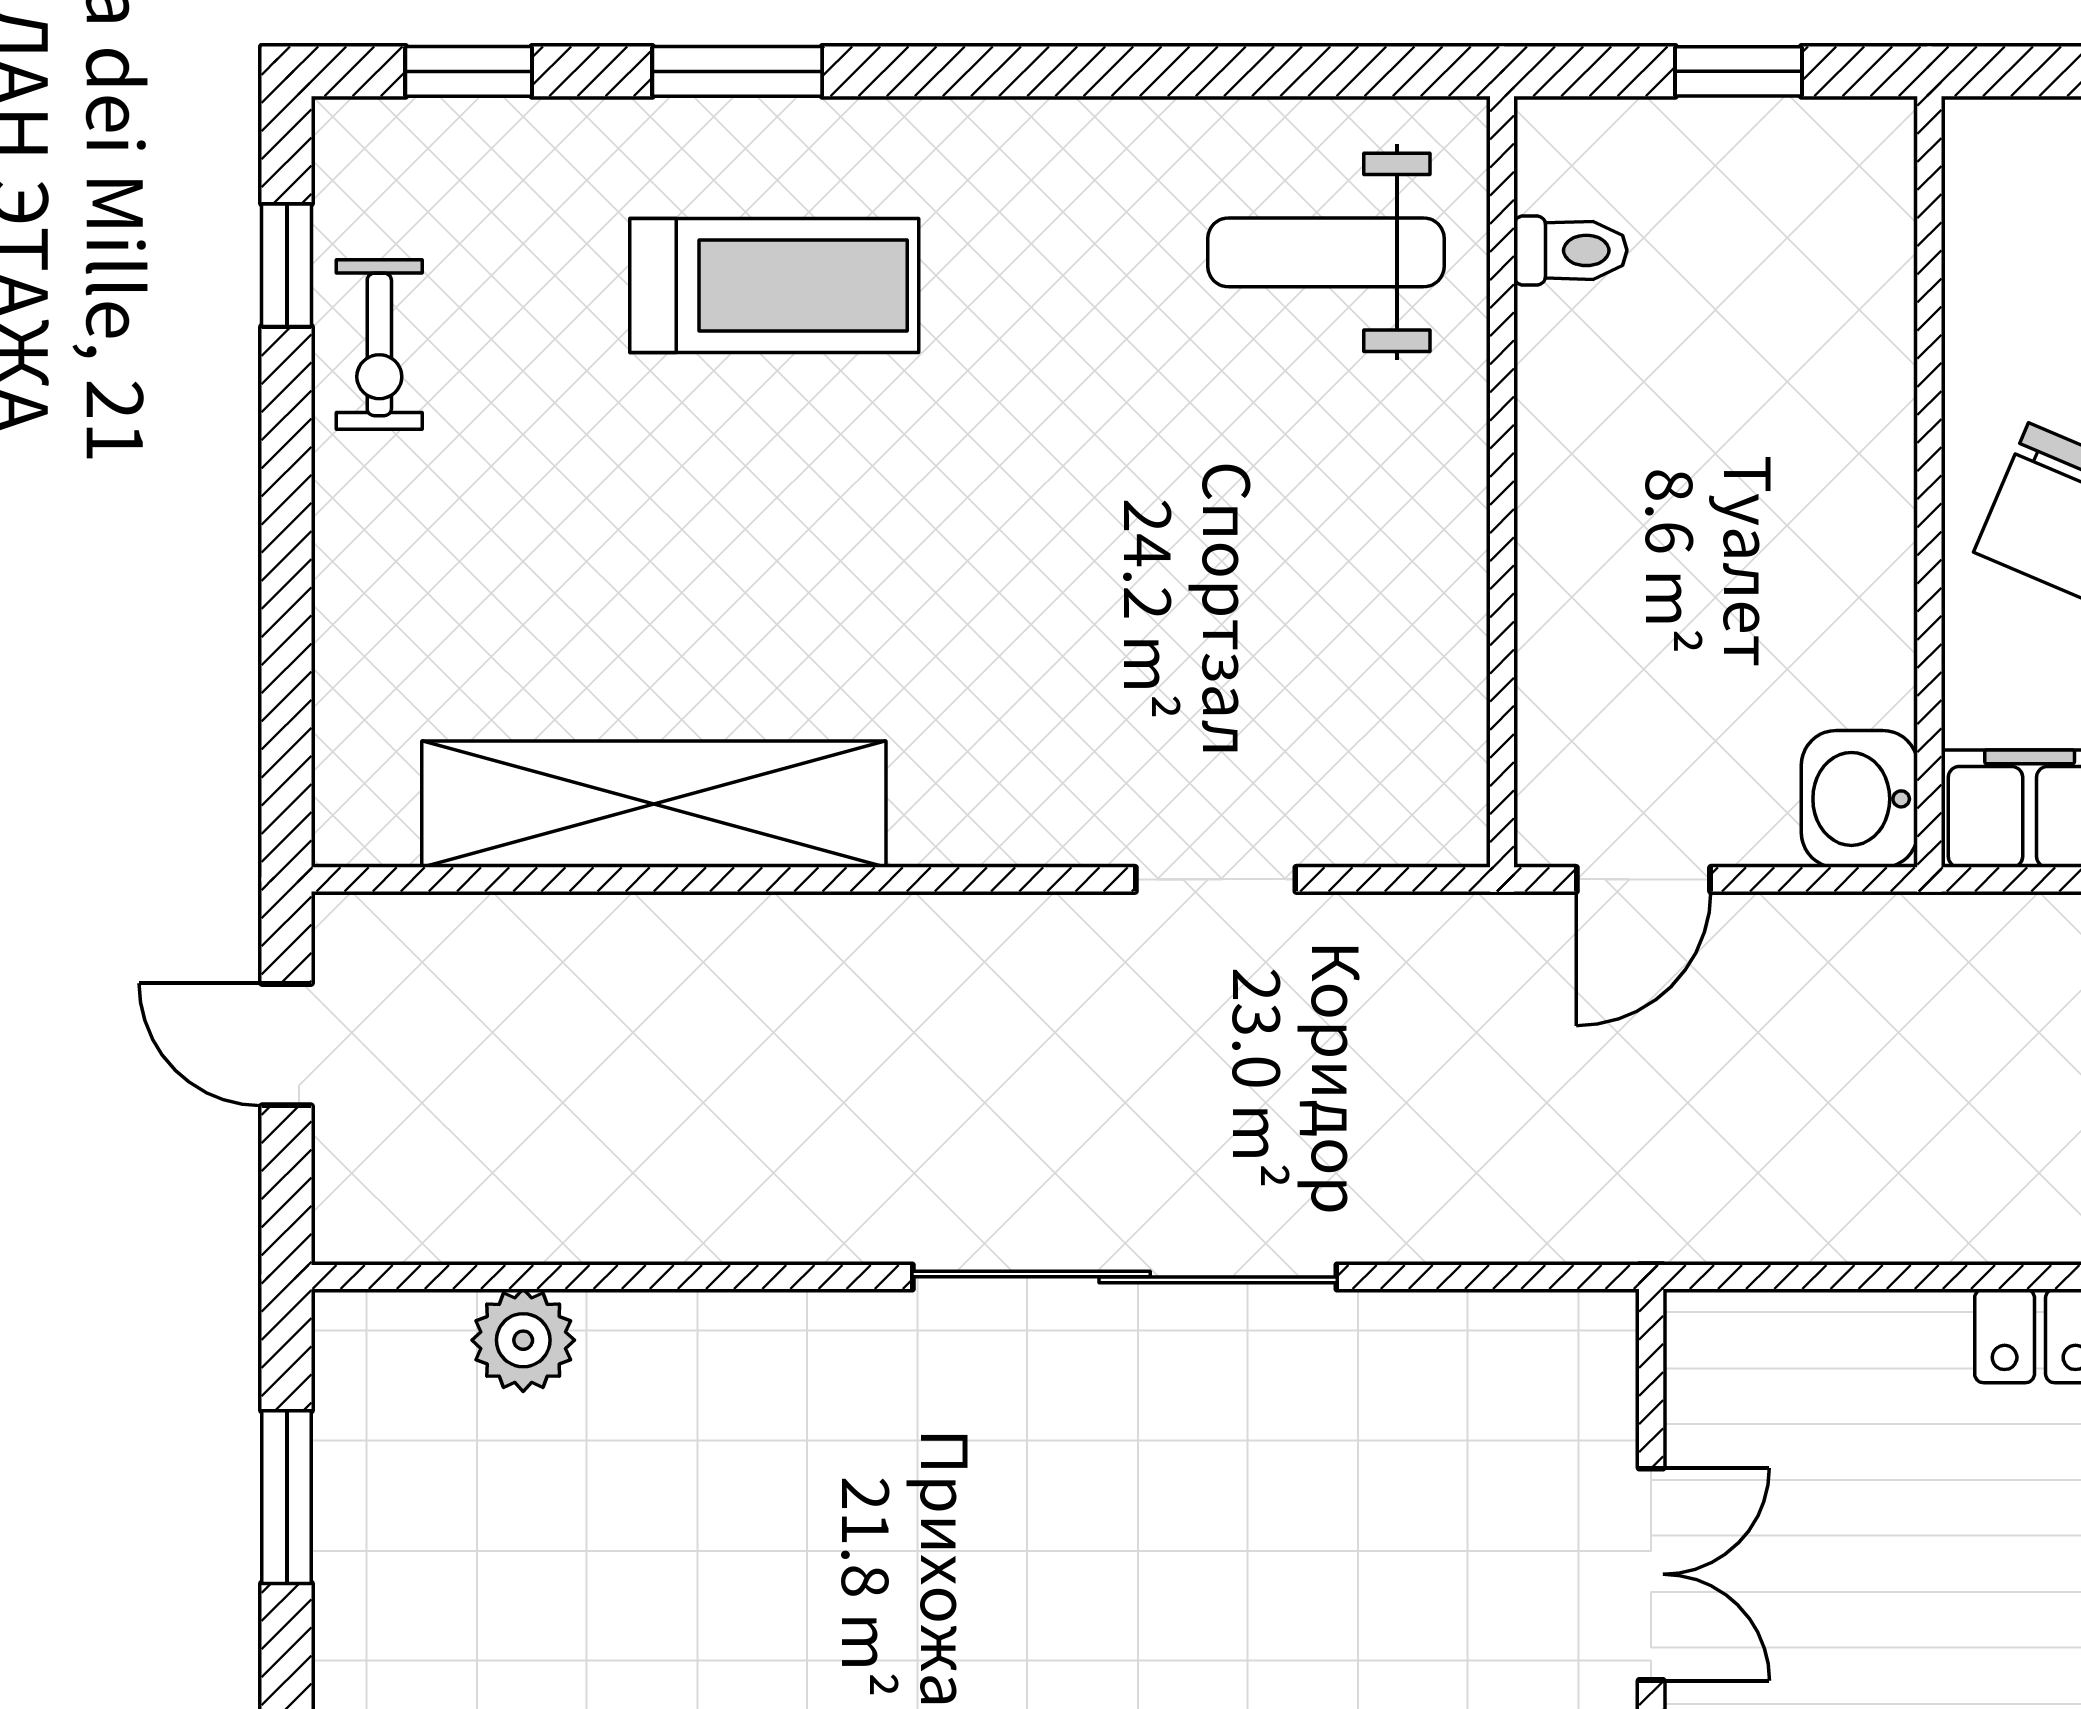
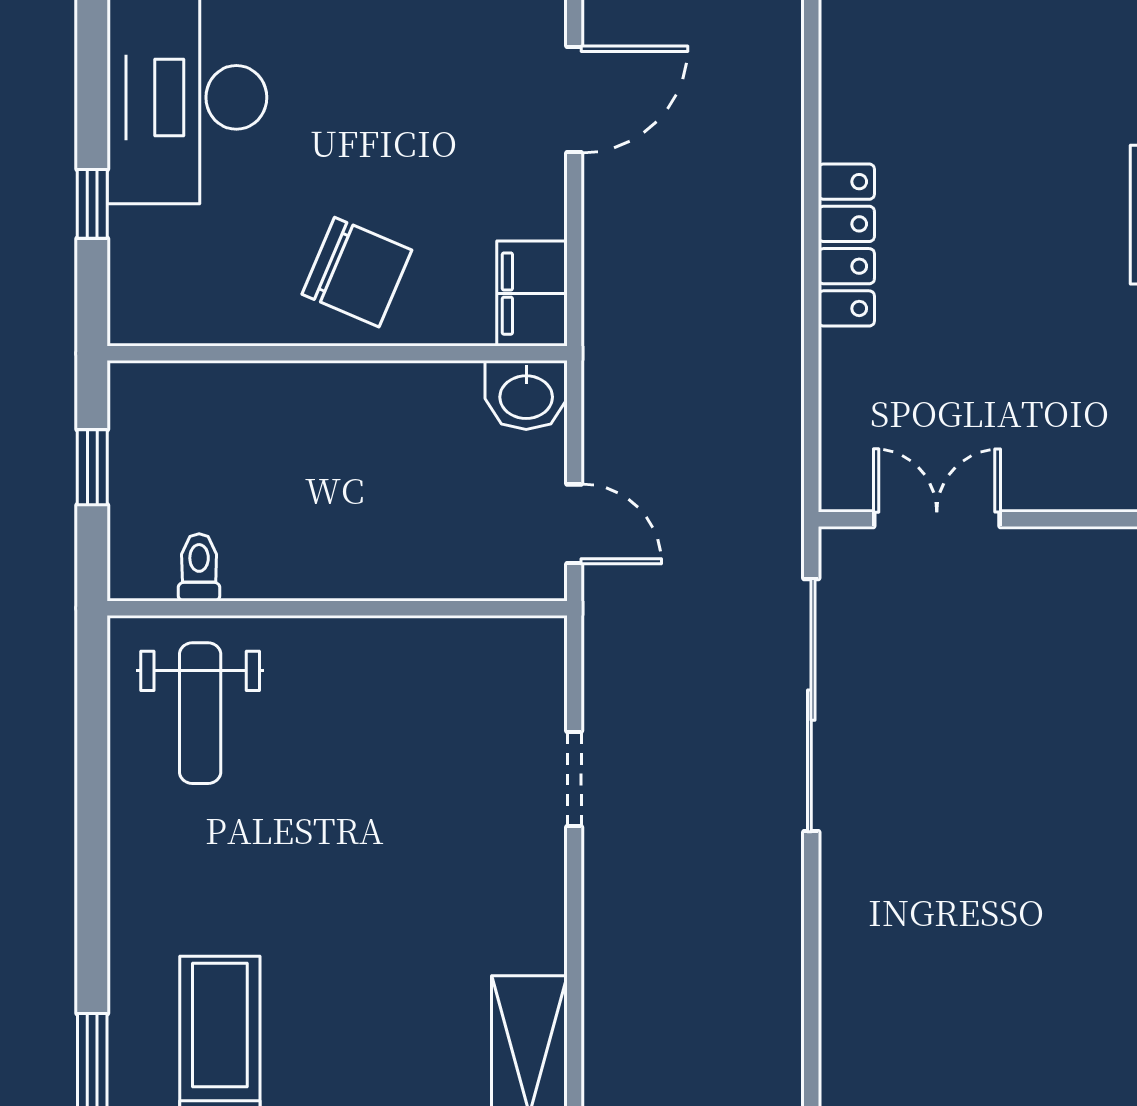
sliding door: (1125, 1277) -> (811, 705), moved
double door: (1651, 1574) -> (937, 519), moved

